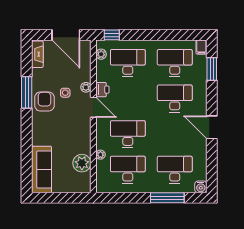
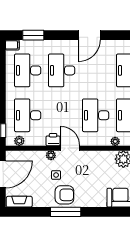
window: (27, 92) -> (66, 212), moved
armchair: (44, 101) -> (64, 195), turned 180
door: (93, 107) -> (70, 148), hinge flipped

